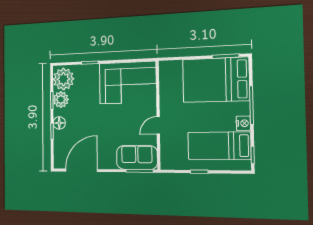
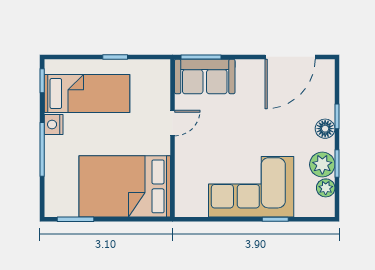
plant: (63, 79) -> (326, 188), width x0.53, depth x0.53
bed: (216, 80) -> (125, 186), moved, turned 180
corner sofa: (128, 83) -> (251, 187), moved

